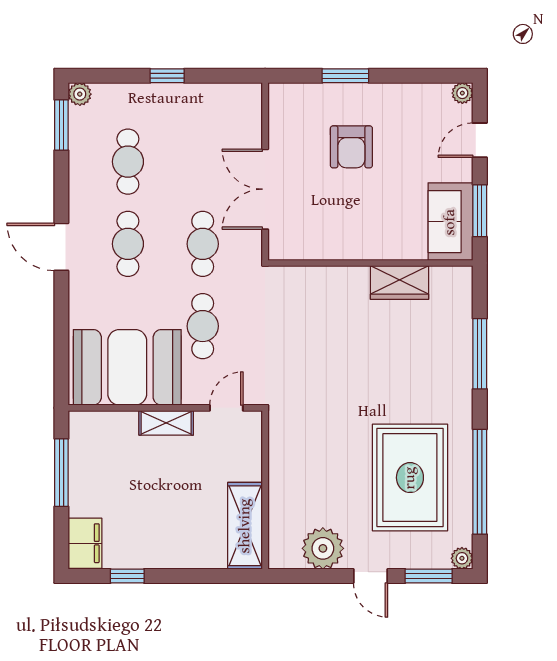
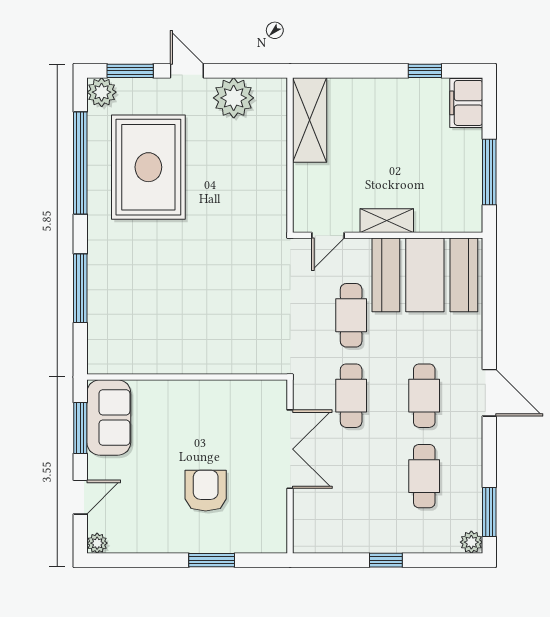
wardrobe: (400, 283) -> (159, 358), removed
plant: (462, 558) -> (102, 92), width x1.38, depth x1.38

